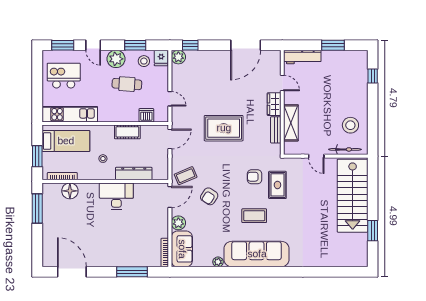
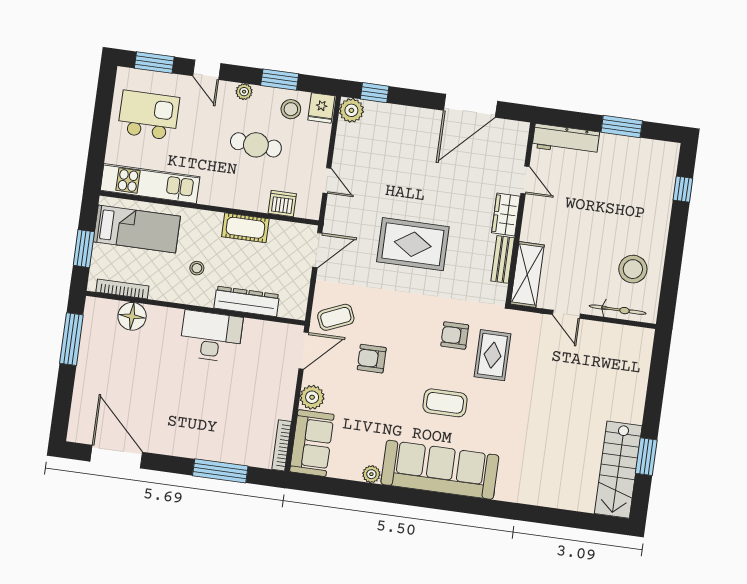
plant: (116, 59) -> (244, 92), width x0.53, depth x0.53
shelving: (291, 123) -> (527, 274), moved
armchair: (209, 196) -> (372, 359), turned 57
stairs: (353, 196) -> (618, 470), moved, width x0.73, depth x0.66

